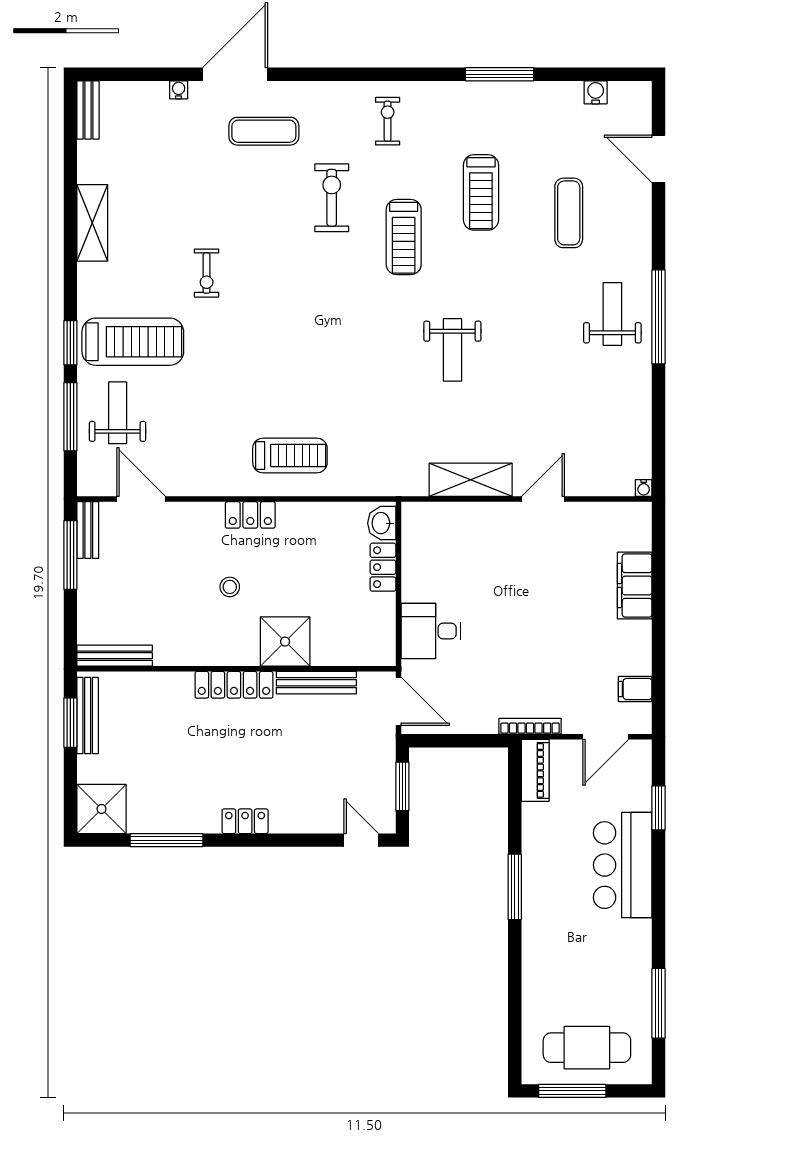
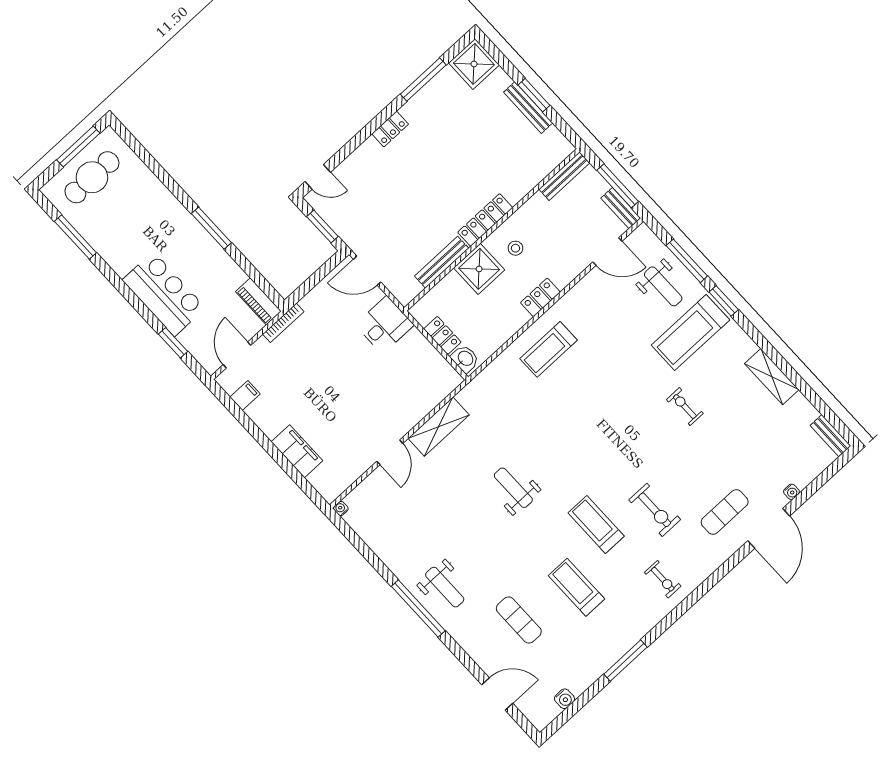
shower: (285, 642) -> (479, 269), moved
bench: (115, 656) -> (564, 176), moved
wall: (236, 669) -> (492, 230), moved
bench: (316, 683) -> (442, 262), moved
locker: (234, 685) -> (485, 220), moved

